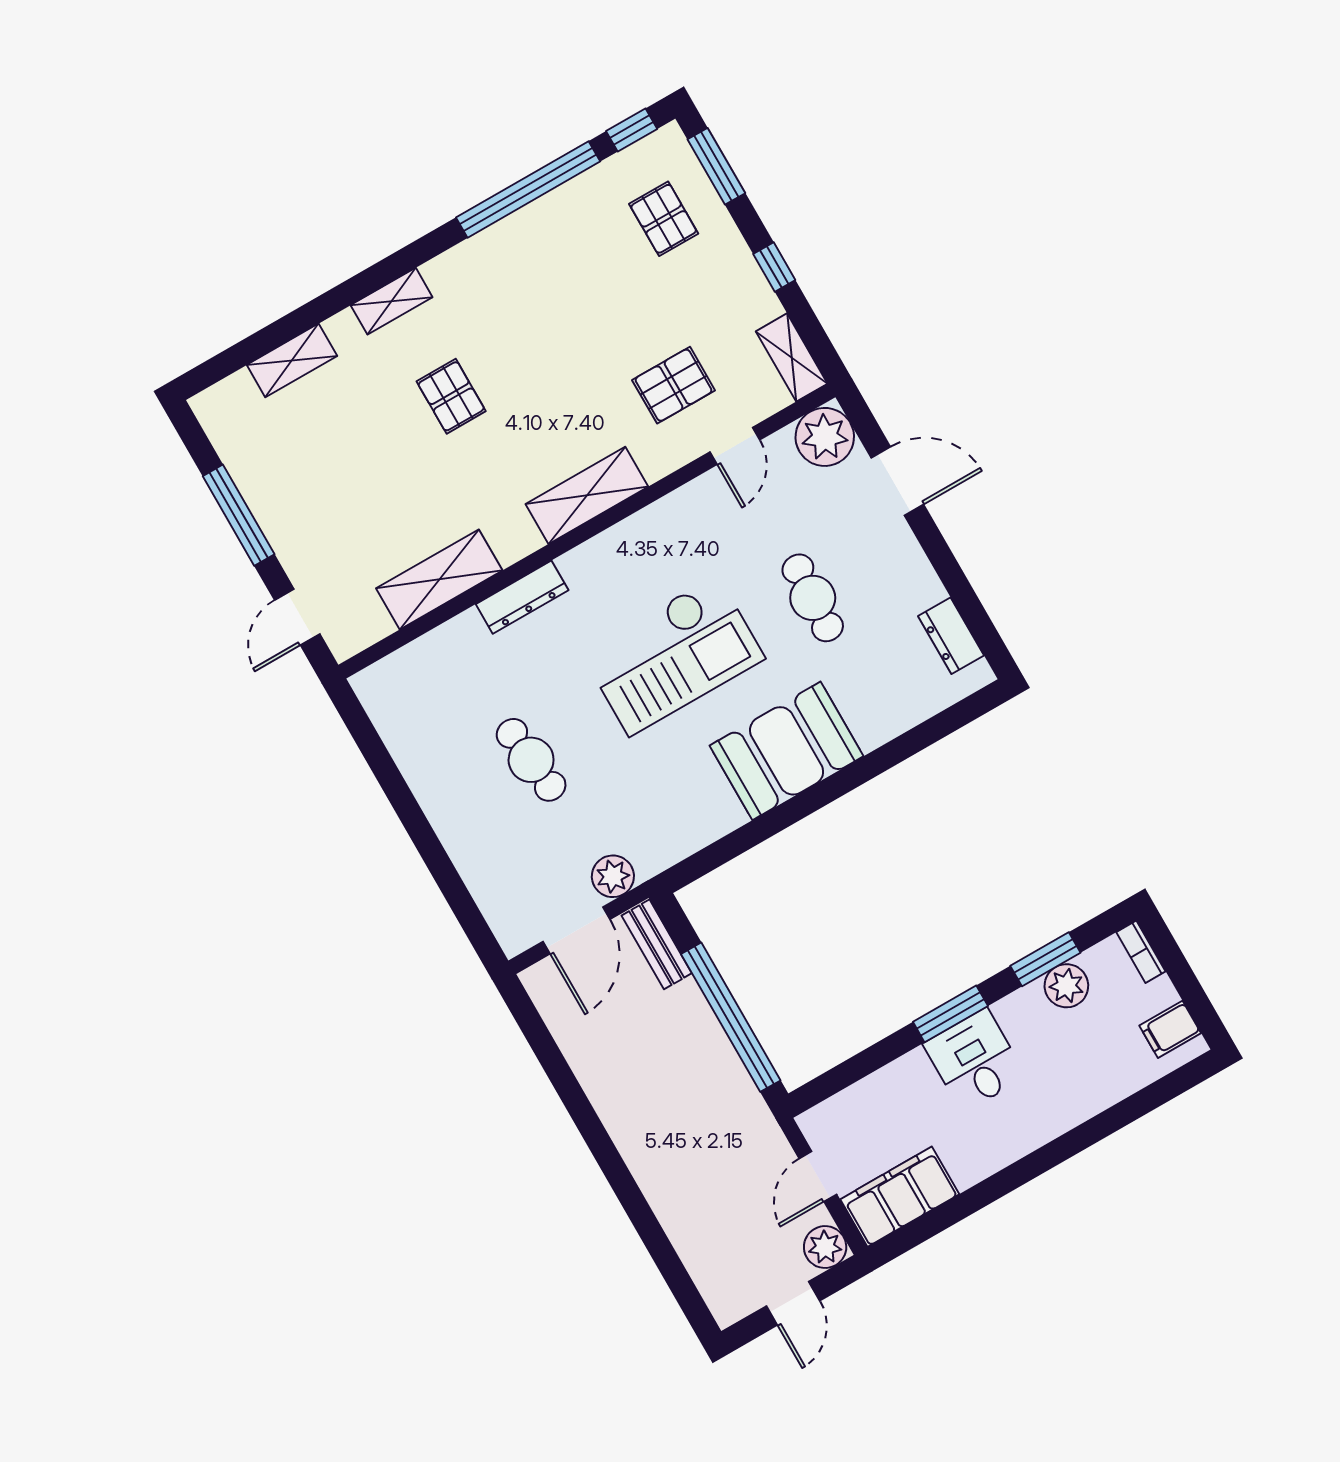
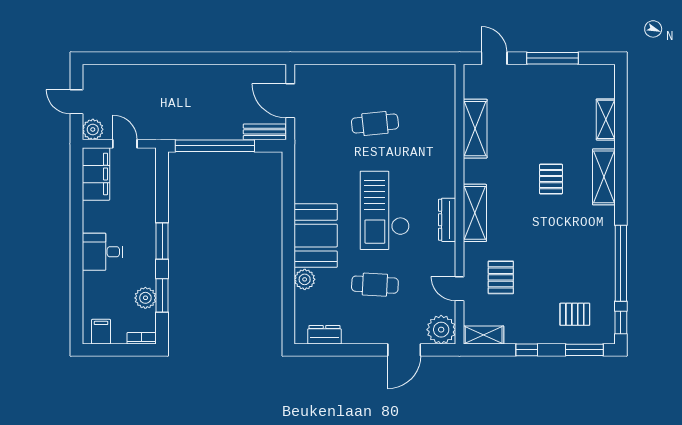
shelving: (392, 301) -> (604, 177), width x1.50, depth x1.33
pallet: (451, 396) -> (551, 179), turned 90
dresser: (522, 597) -> (447, 220), moved
plant: (613, 876) -> (305, 279), moved
desk: (975, 1060) -> (102, 252), moved, turned 180

